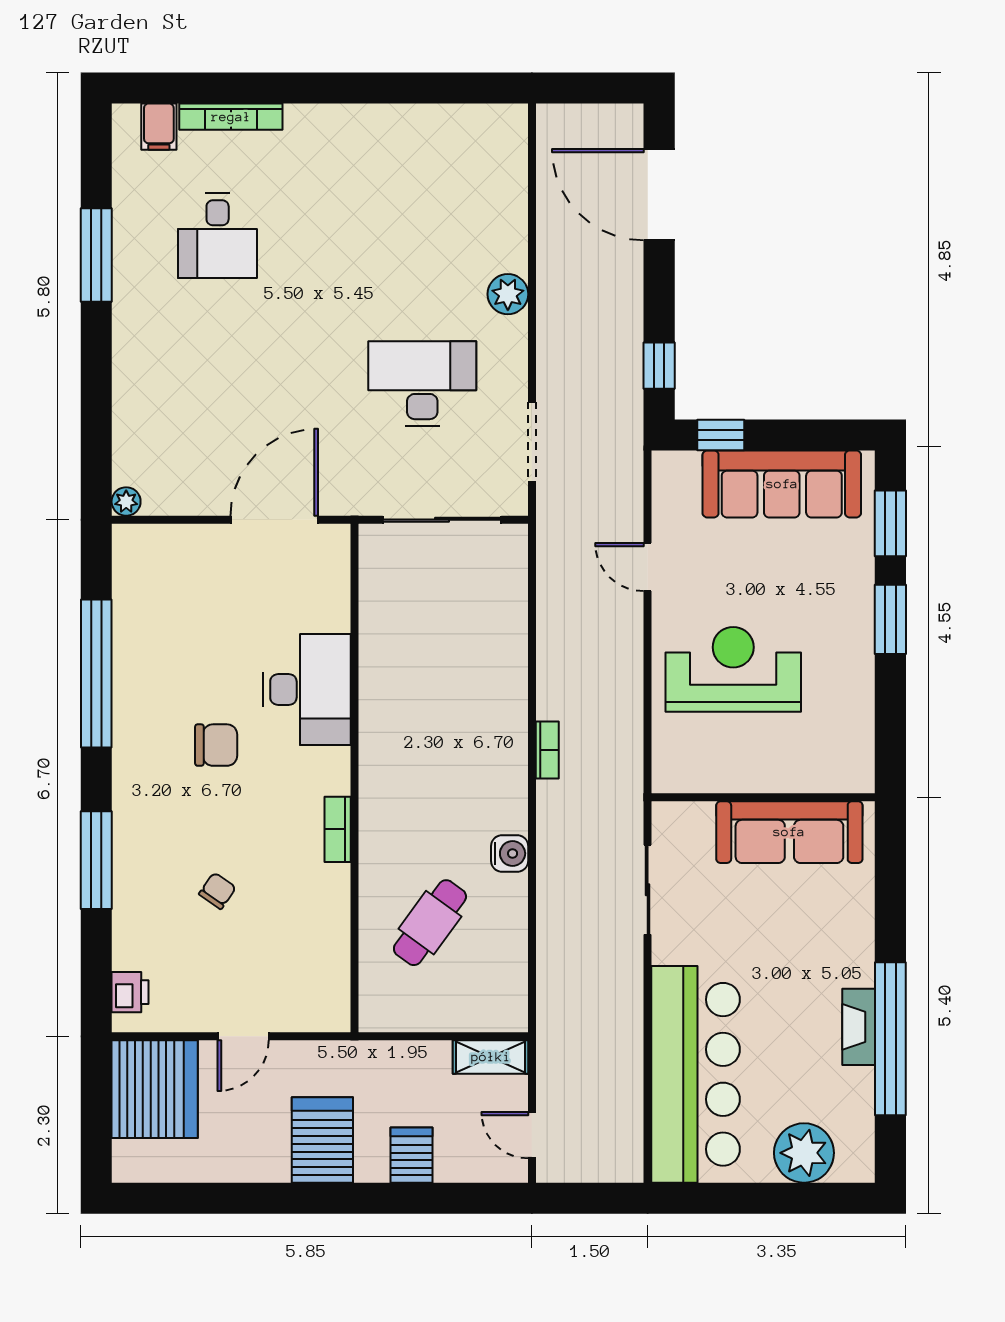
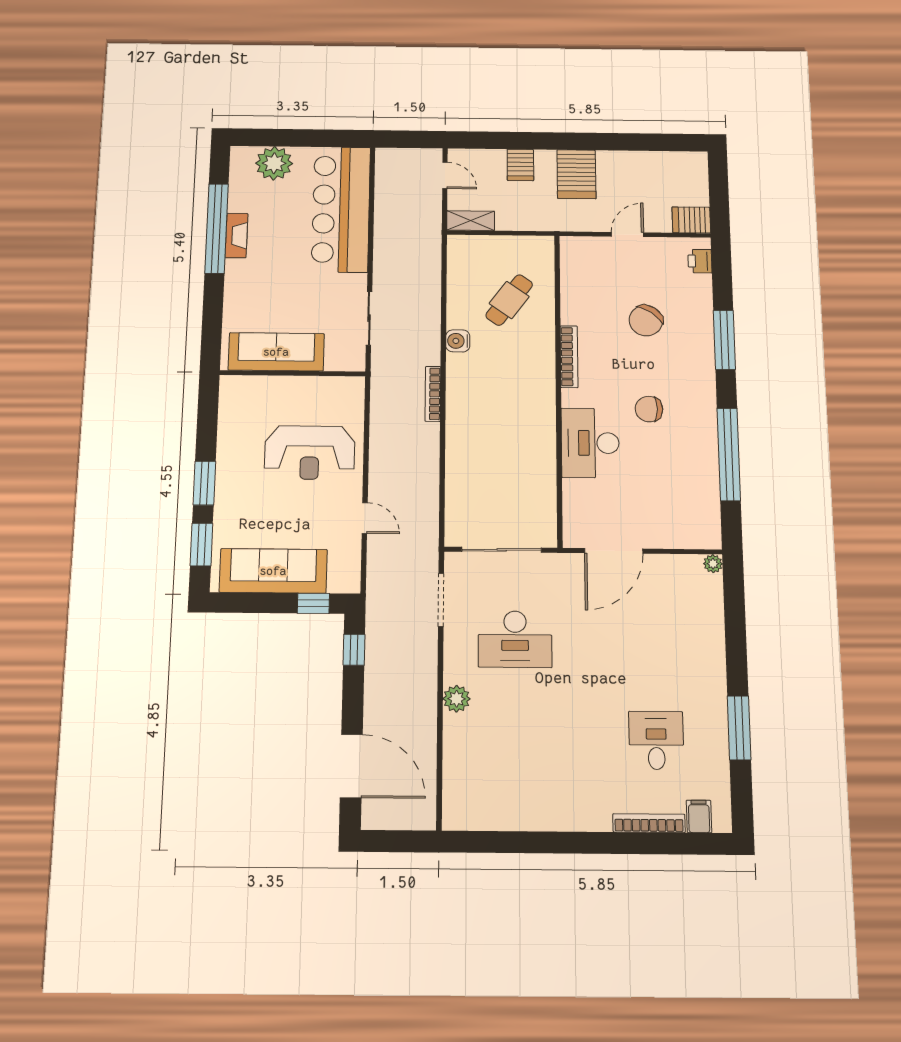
bookcase: (547, 750) -> (433, 394), width x1.56
bookcase: (338, 829) -> (569, 357), width x1.56
chair: (217, 891) -> (646, 321), width x1.87, depth x1.87
server rack: (155, 1089) -> (691, 220), width x0.46, depth x0.70

